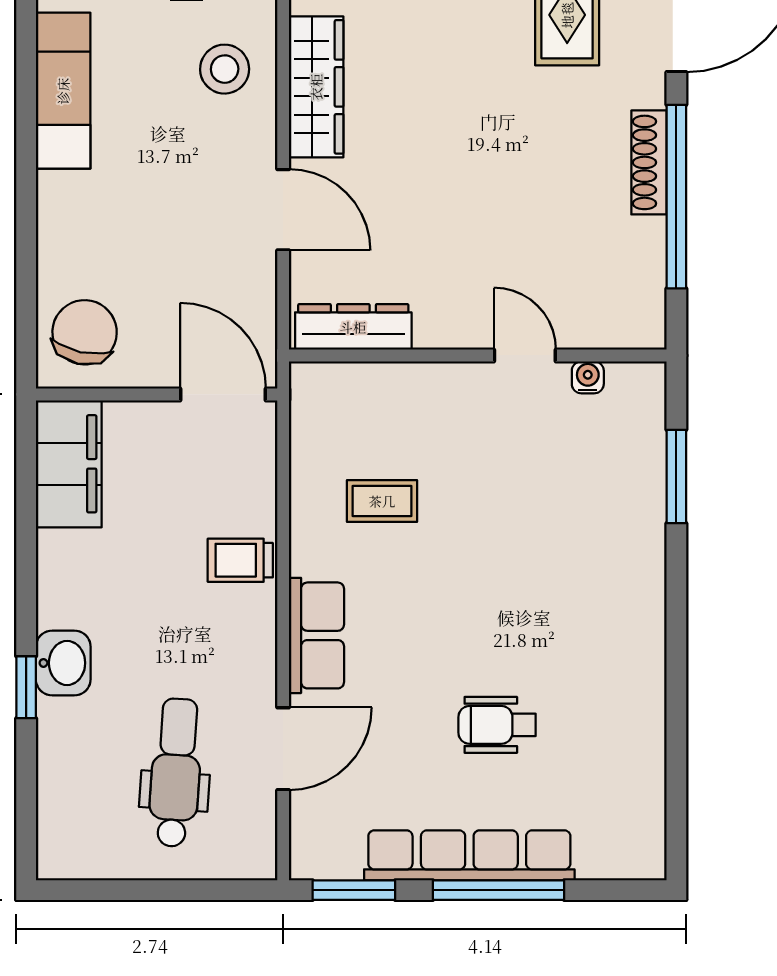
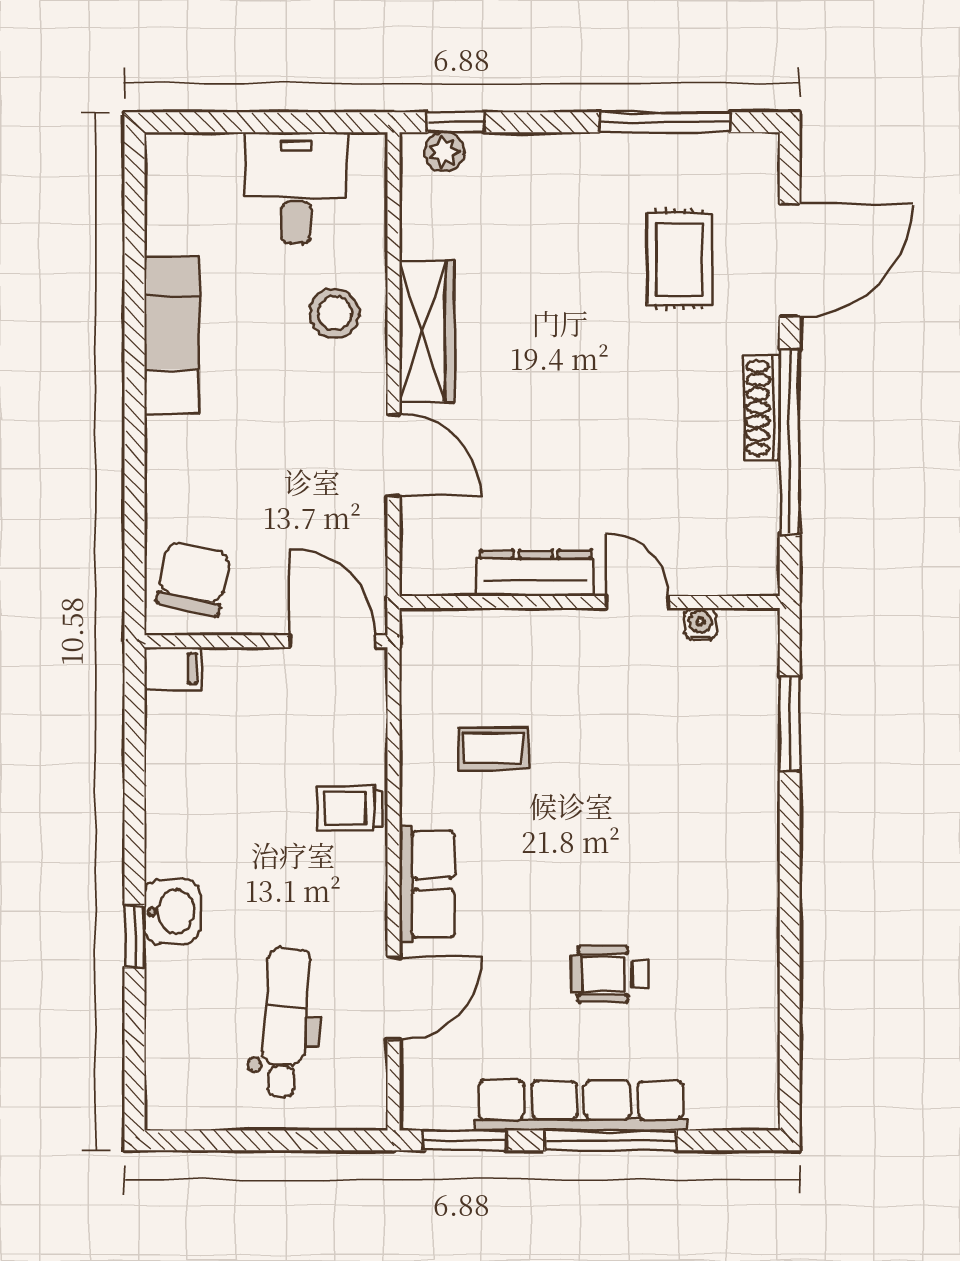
dresser: (353, 327) -> (536, 573), moved
filing cabinet: (69, 464) -> (173, 668), width x0.33, depth x0.86

